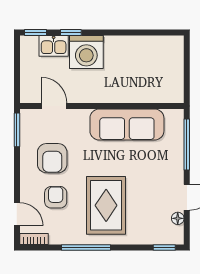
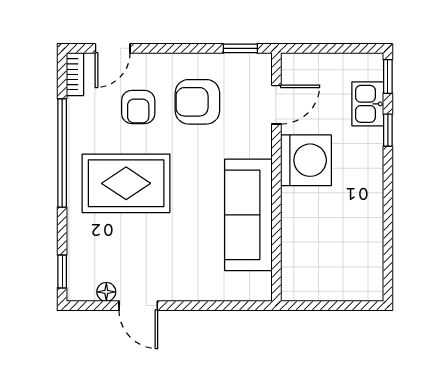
washing machine: (86, 52) -> (306, 160), moved, turned 180
window: (17, 130) -> (240, 48), width x0.67
window: (187, 144) -> (218, 306), removed
armchair: (56, 197) -> (138, 107), turned 90
window: (86, 248) -> (62, 153), width x1.46

